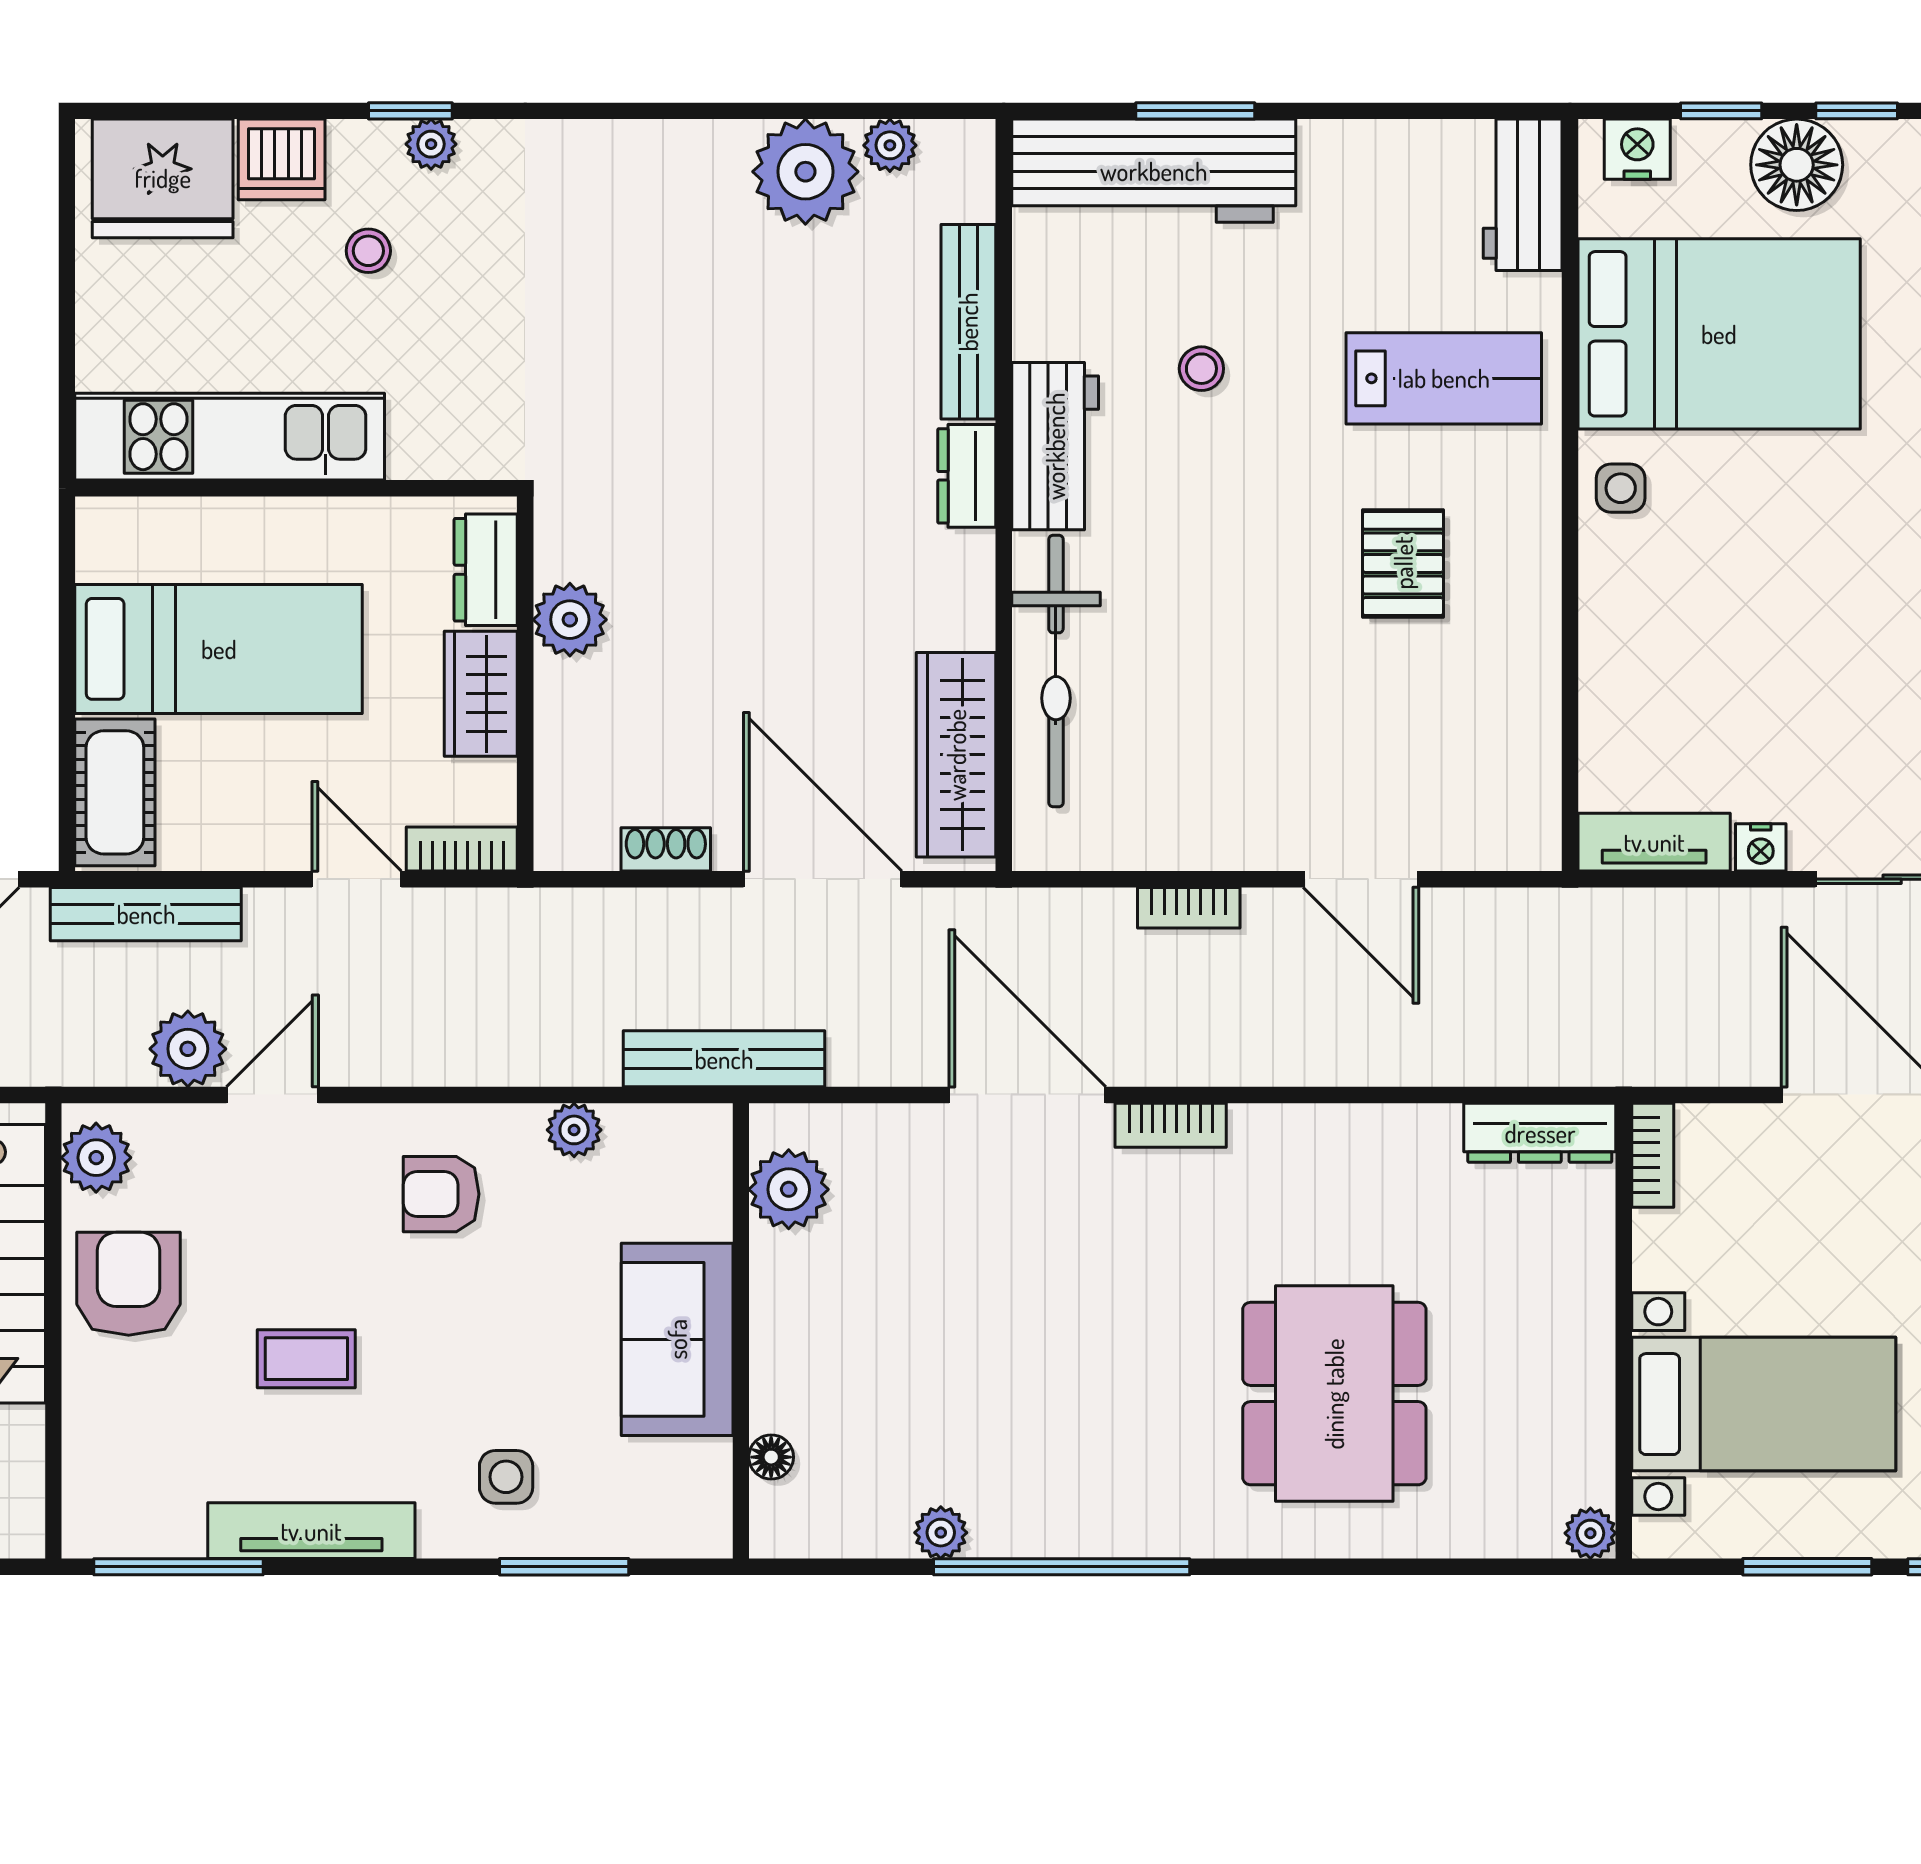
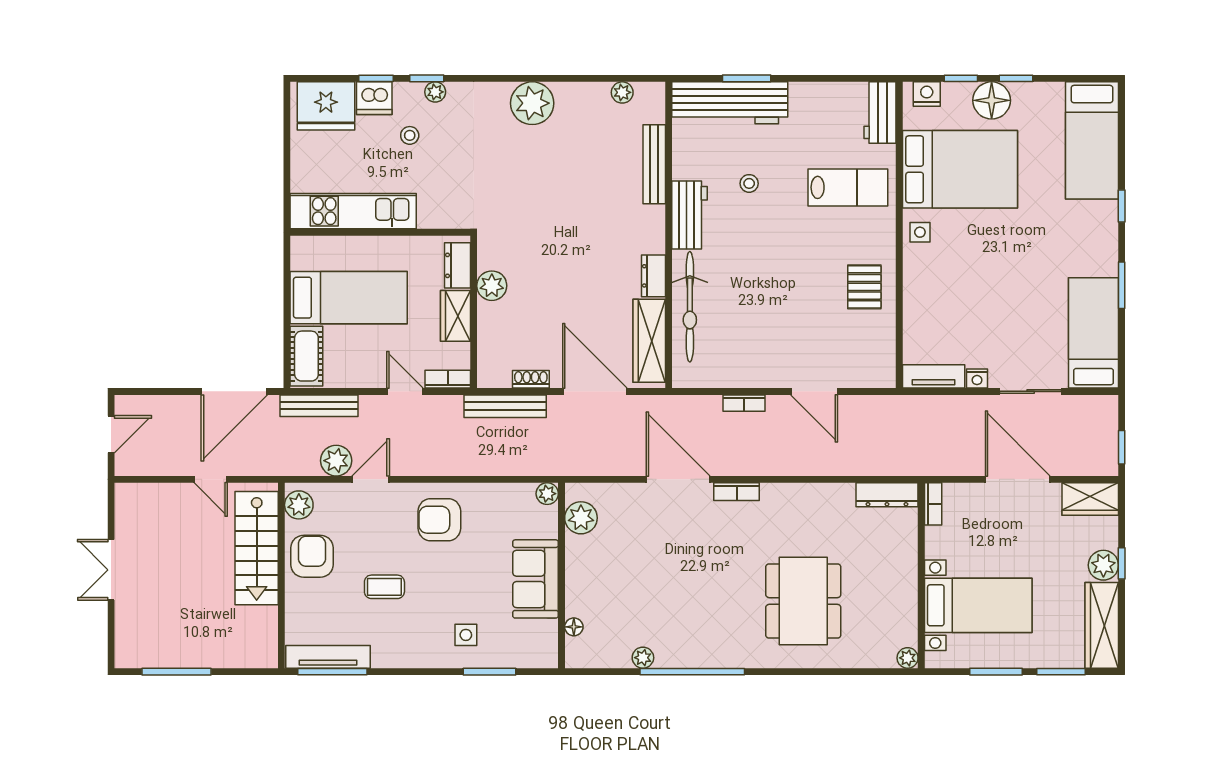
window: (286, 111) -> (376, 78), added
plant: (805, 172) -> (532, 103), moved
dresser: (967, 476) -> (653, 276), moved
pallet: (1403, 563) -> (864, 287), moved
bench: (724, 1059) -> (505, 406), moved
plant: (574, 1130) -> (547, 494), moved
armchair: (441, 1194) -> (439, 520), width x1.38, depth x1.38
tv unit: (311, 1531) -> (328, 657), moved

